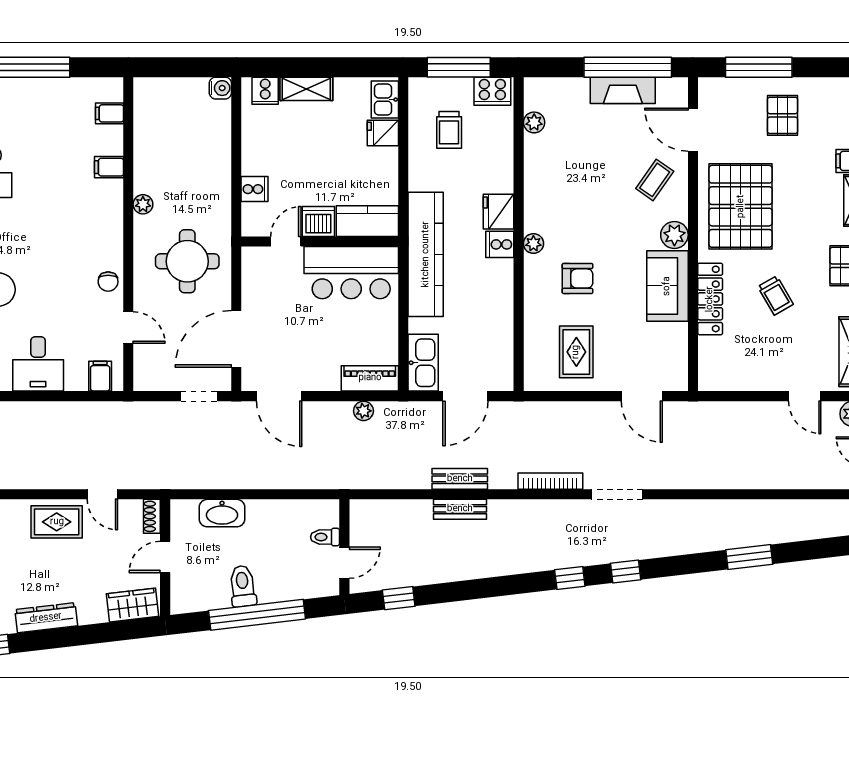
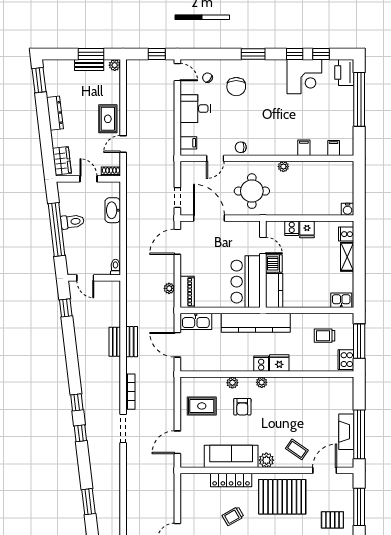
plant: (534, 122) -> (232, 383), moved
fridge: (383, 133) -> (307, 229), moved, turned 180
sofa: (667, 286) -> (231, 456), width x1.36
toilet: (325, 537) -> (115, 267), moved

